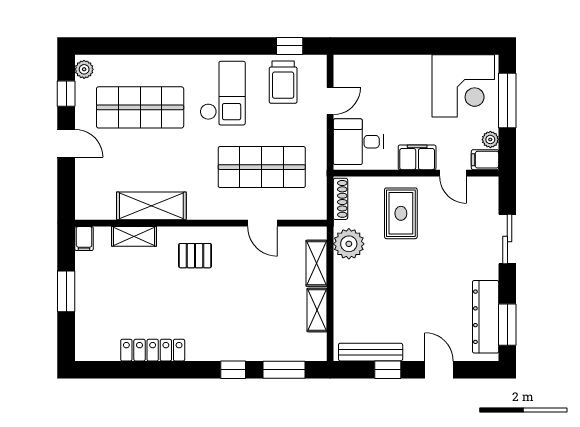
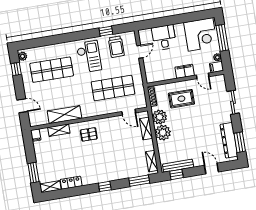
window: (290, 46) -> (106, 31), moved
desk: (358, 142) -> (164, 37), moved, turned 90
door: (66, 143) -> (22, 106), moved
rug: (401, 213) -> (181, 99), turned 90
door: (262, 223) -> (129, 112), moved
plant: (350, 278) -> (163, 133), added
window: (66, 291) -> (33, 173), moved
shelving: (317, 310) -> (152, 161), moved
locker: (153, 350) -> (71, 183), width x0.66
shelving: (96, 351) -> (50, 187), added
window: (233, 370) -> (105, 186), moved
window: (388, 370) -> (176, 174), moved

